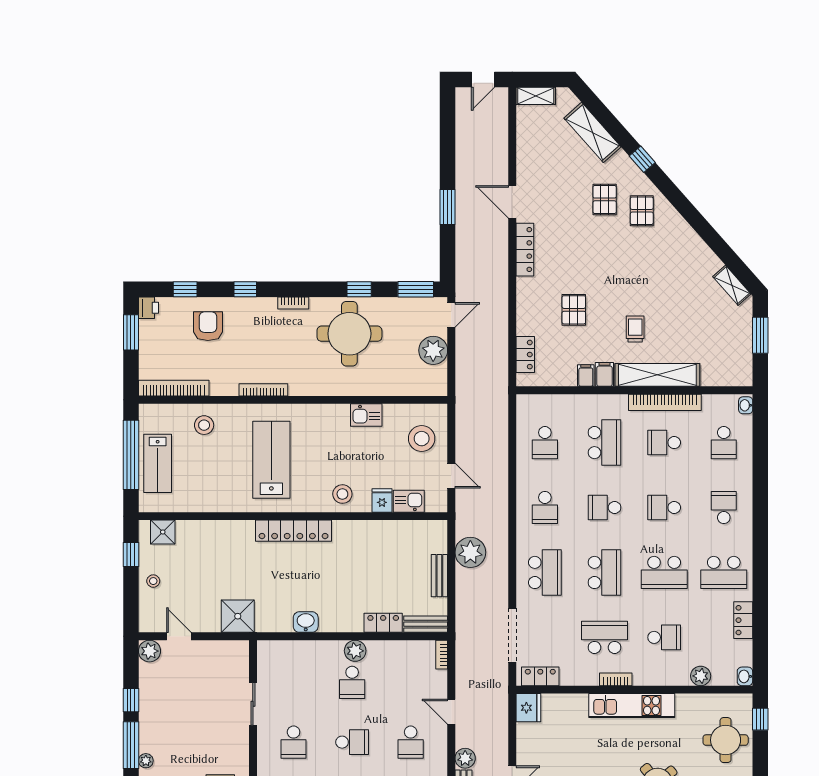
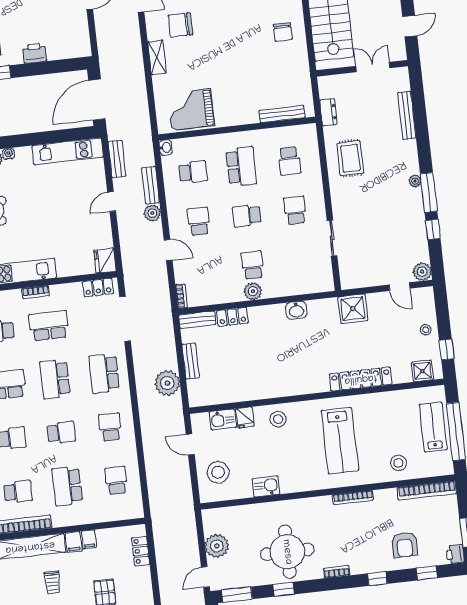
locker: (294, 531) -> (361, 379), moved
school desk: (605, 637) -> (49, 326), turned 180

